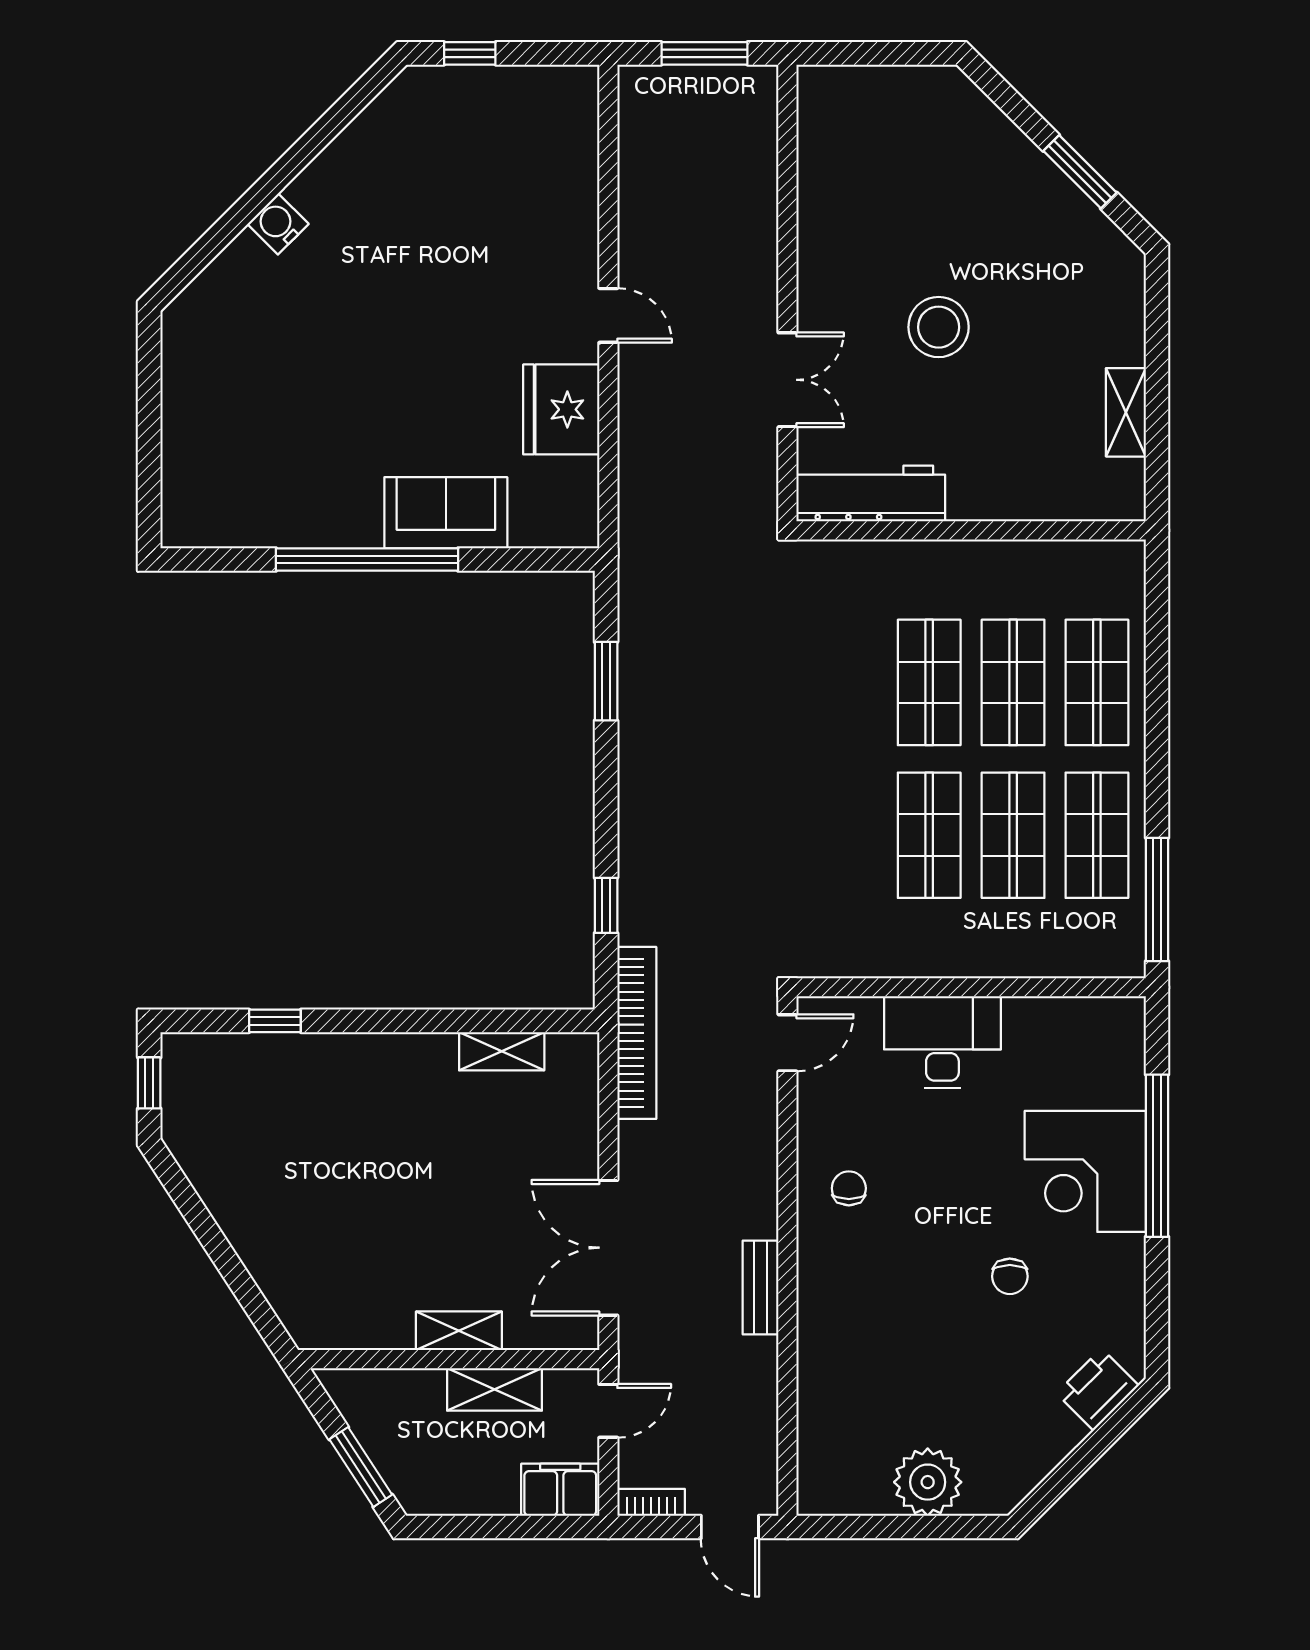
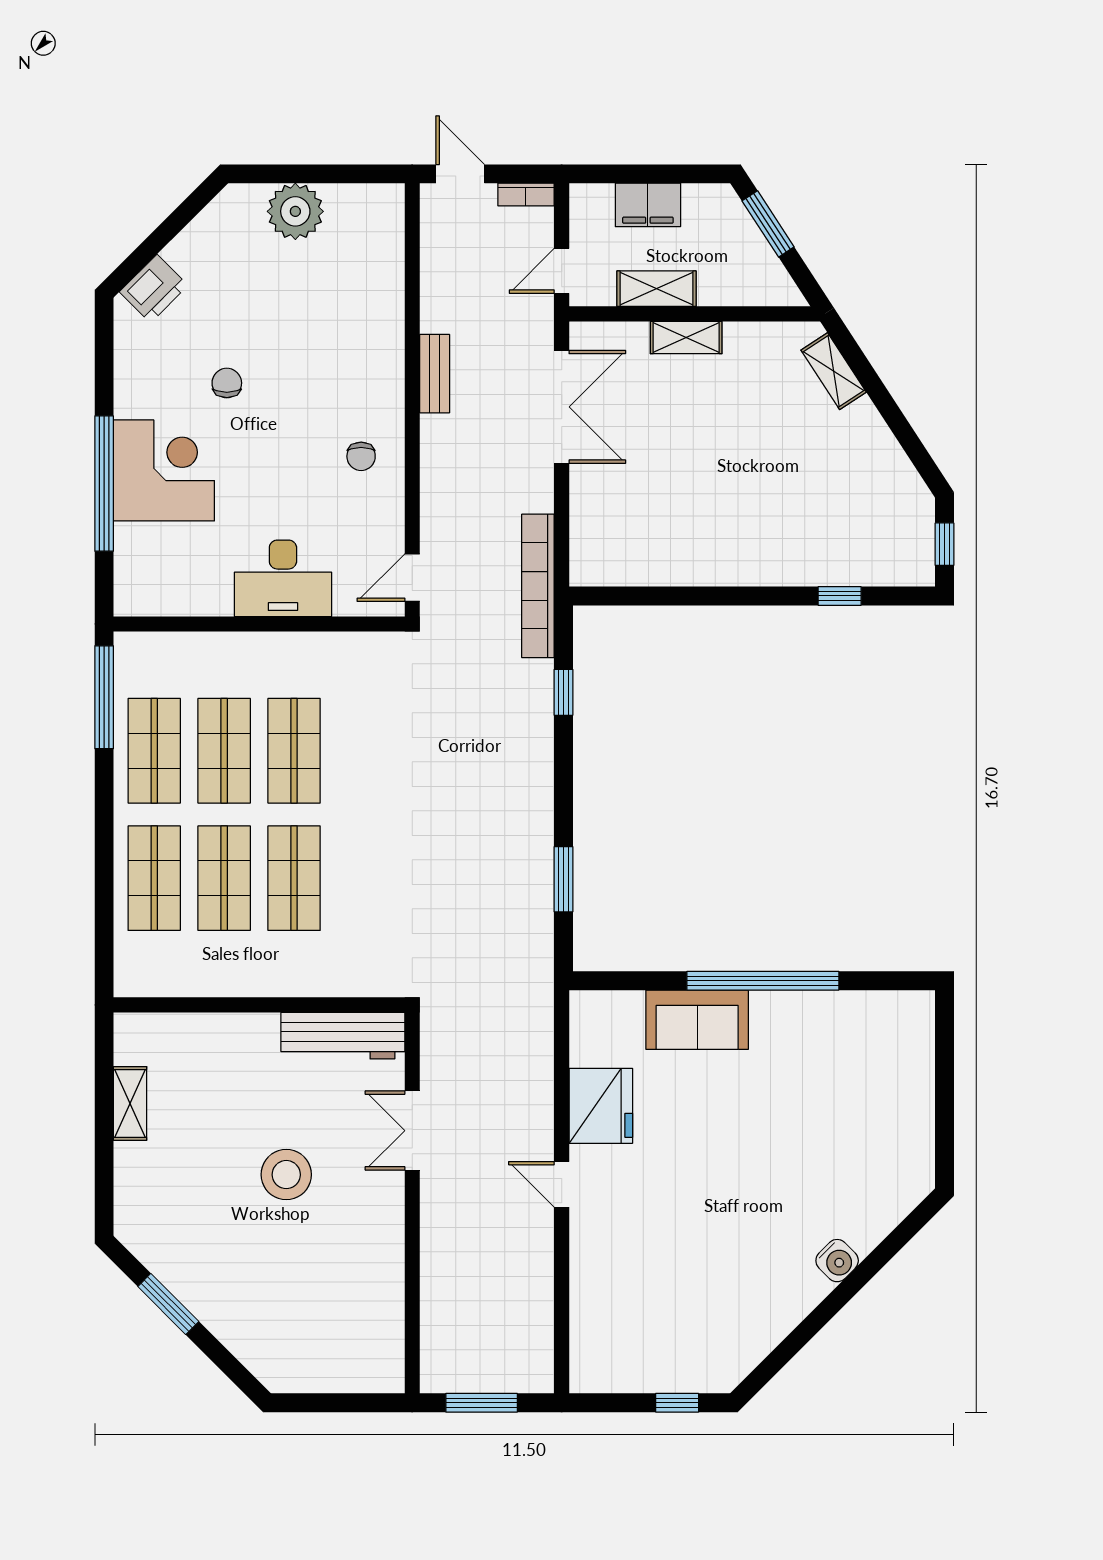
shelving: (502, 1051) -> (834, 371), moved, turned 57
filing cabinet: (560, 1490) -> (648, 205), moved

